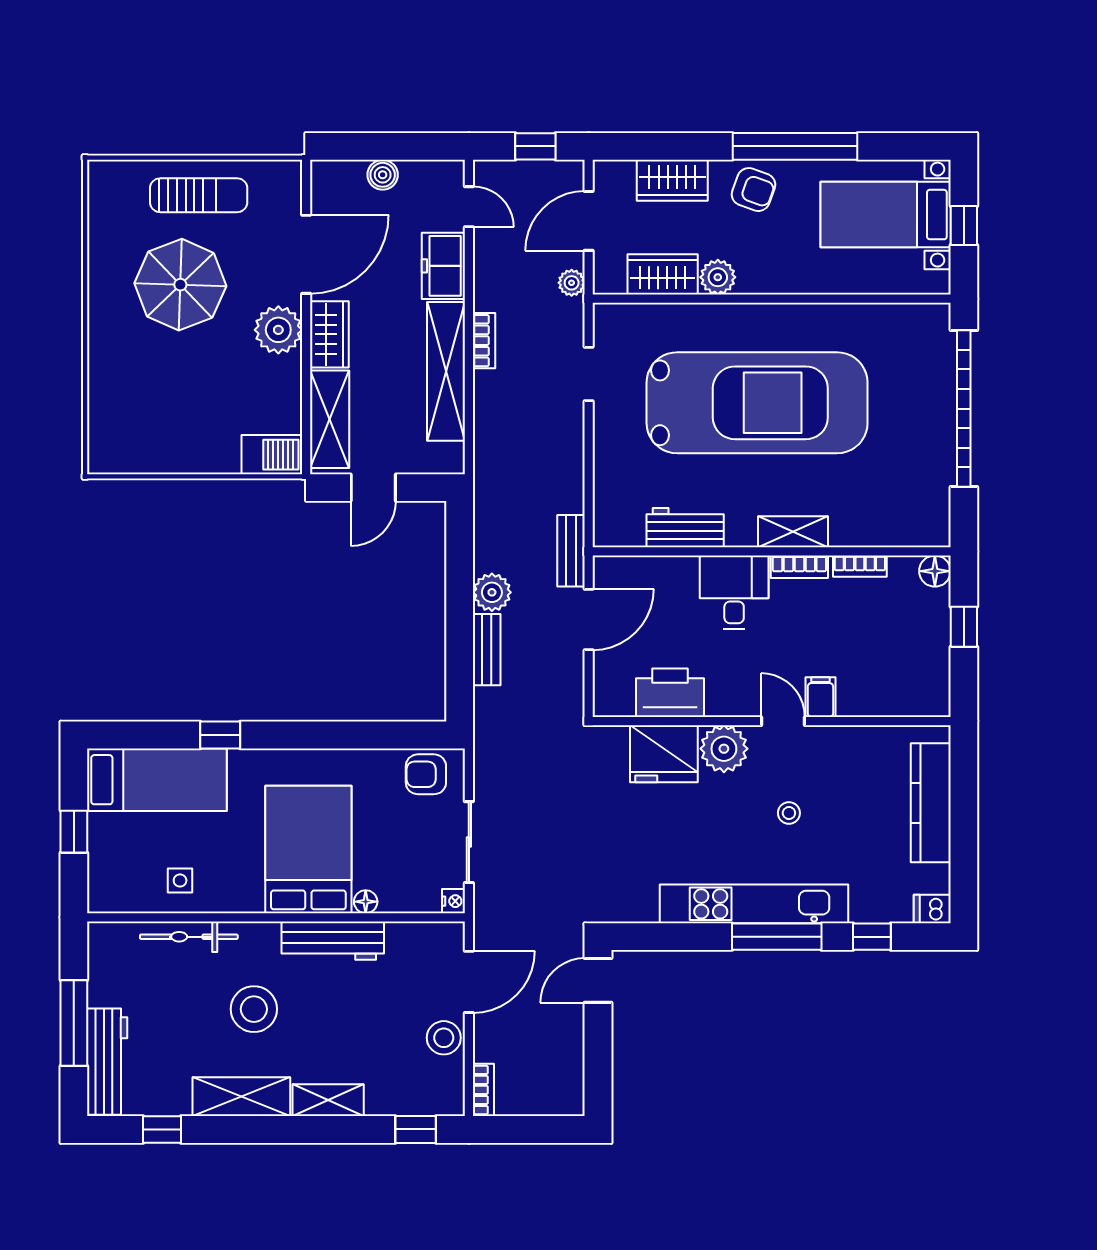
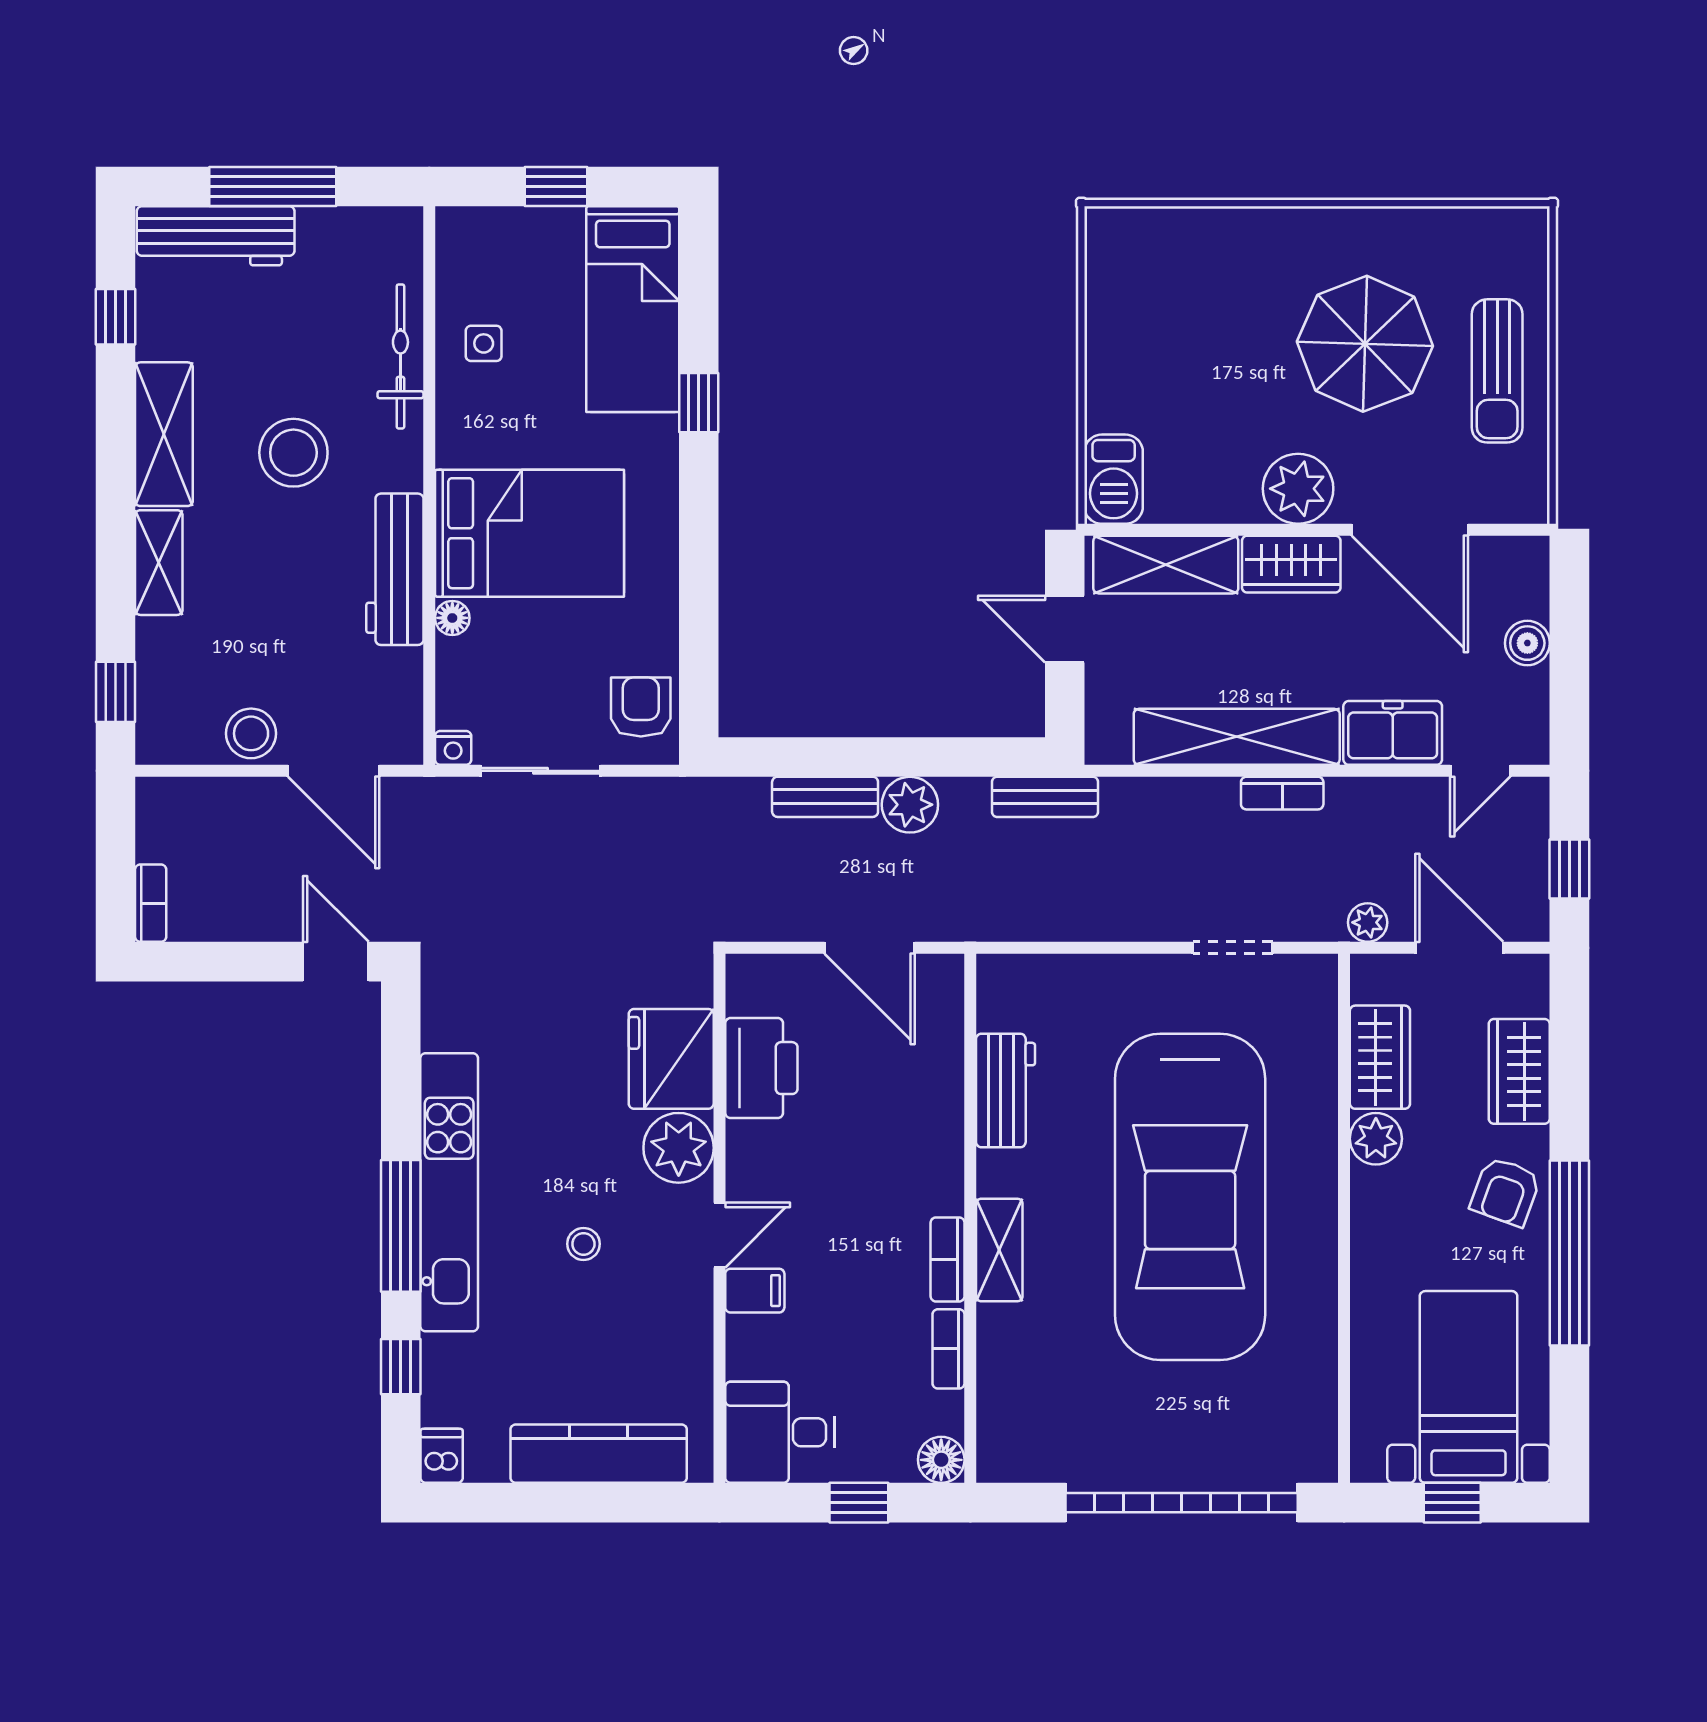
bench: (571, 551) -> (1045, 797), moved
desk: (734, 592) -> (780, 1432), moved, turned 180
bookcase: (483, 1090) -> (151, 903), moved, turned -90

